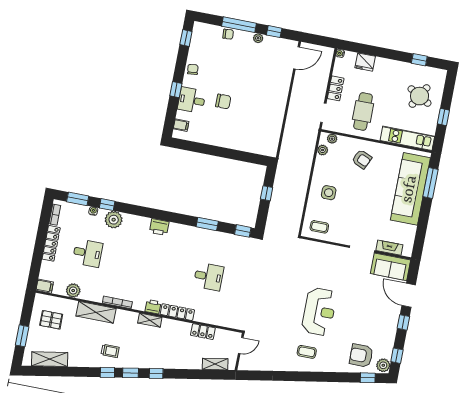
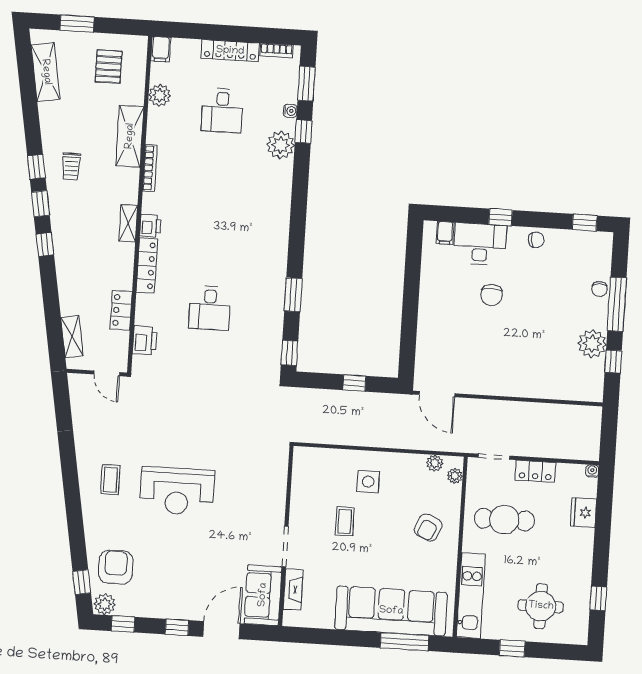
plant: (258, 38) -> (592, 344), width x1.87, depth x1.87
door: (297, 58) -> (437, 394), moved
round table: (420, 96) -> (541, 606), turned -30
desk: (192, 100) -> (480, 244), width x1.37
printer: (159, 227) -> (145, 340), moved, turned 180
coffee table: (319, 227) -> (345, 521), moved

